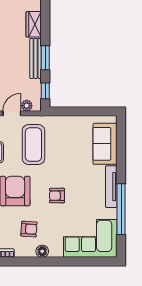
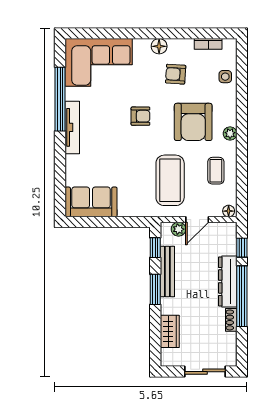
bench: (36, 58) -> (167, 272), moved
sofa: (105, 144) -> (91, 202), moved, turned -90

